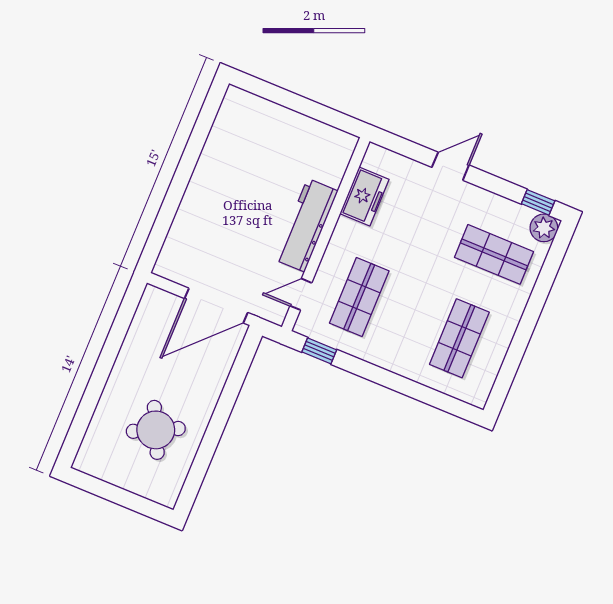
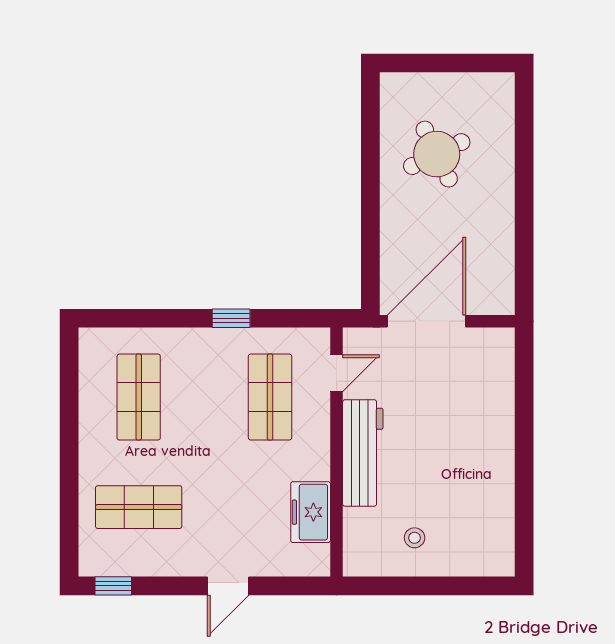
stool: (293, 144) -> (415, 538), added
plant: (544, 228) -> (95, 560), removed
window: (319, 351) -> (231, 318), moved

